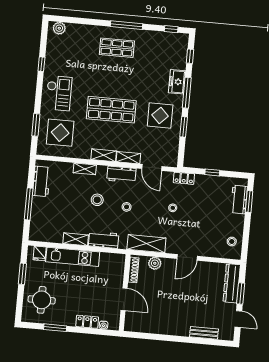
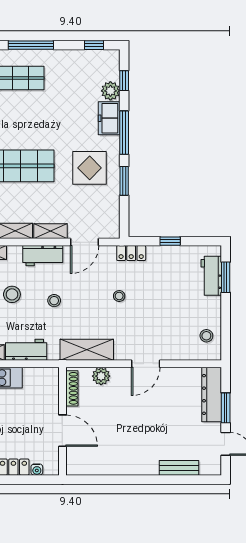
plant: (180, 63) -> (110, 91), added
door: (152, 168) -> (85, 242), hinge flipped

